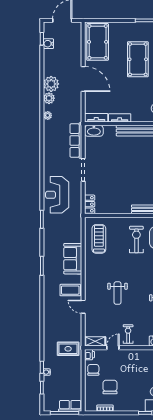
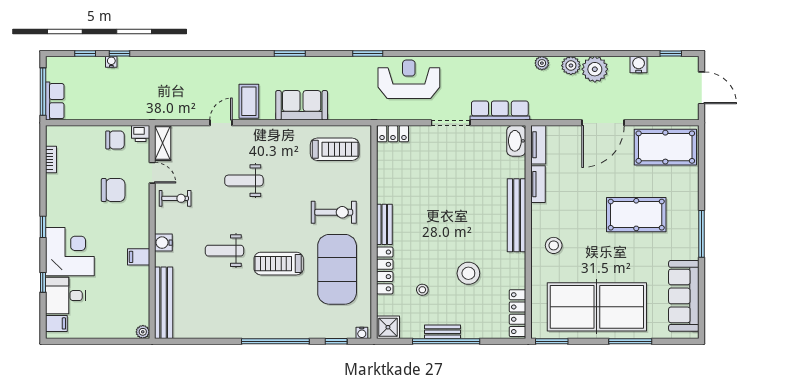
water cooler: (48, 44) -> (639, 64), moved
rug: (68, 349) -> (150, 98), removed
chair: (110, 387) -> (113, 190), moved

